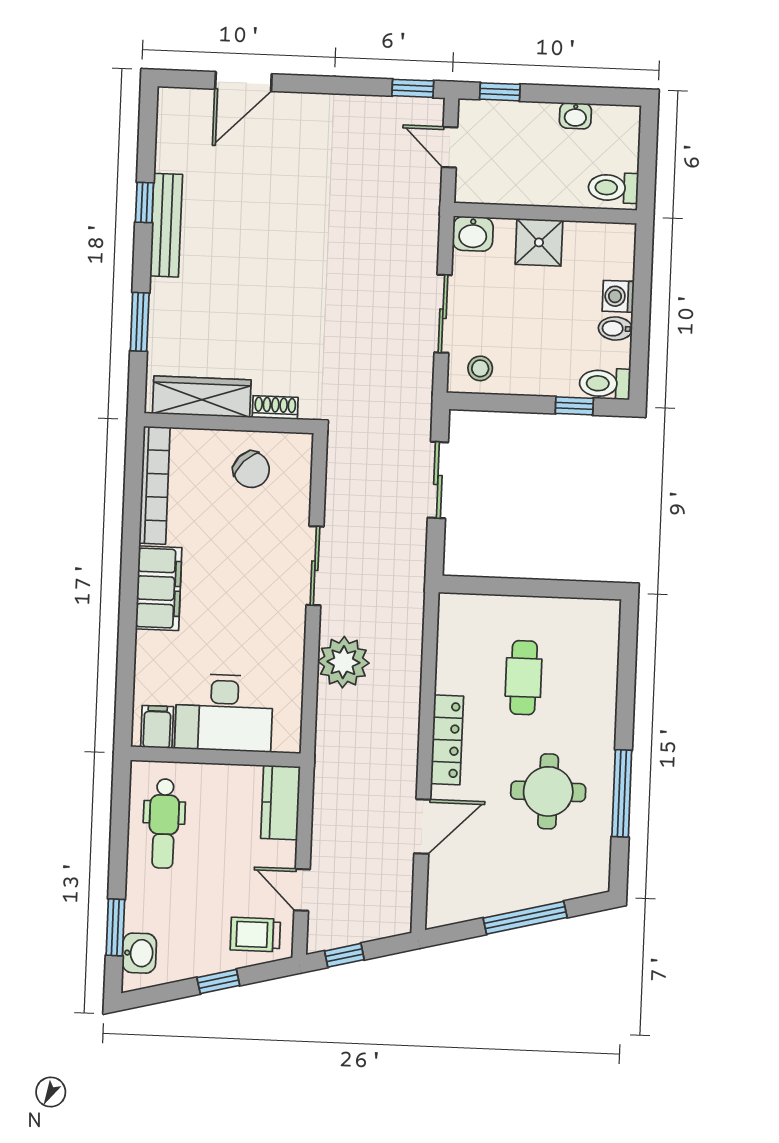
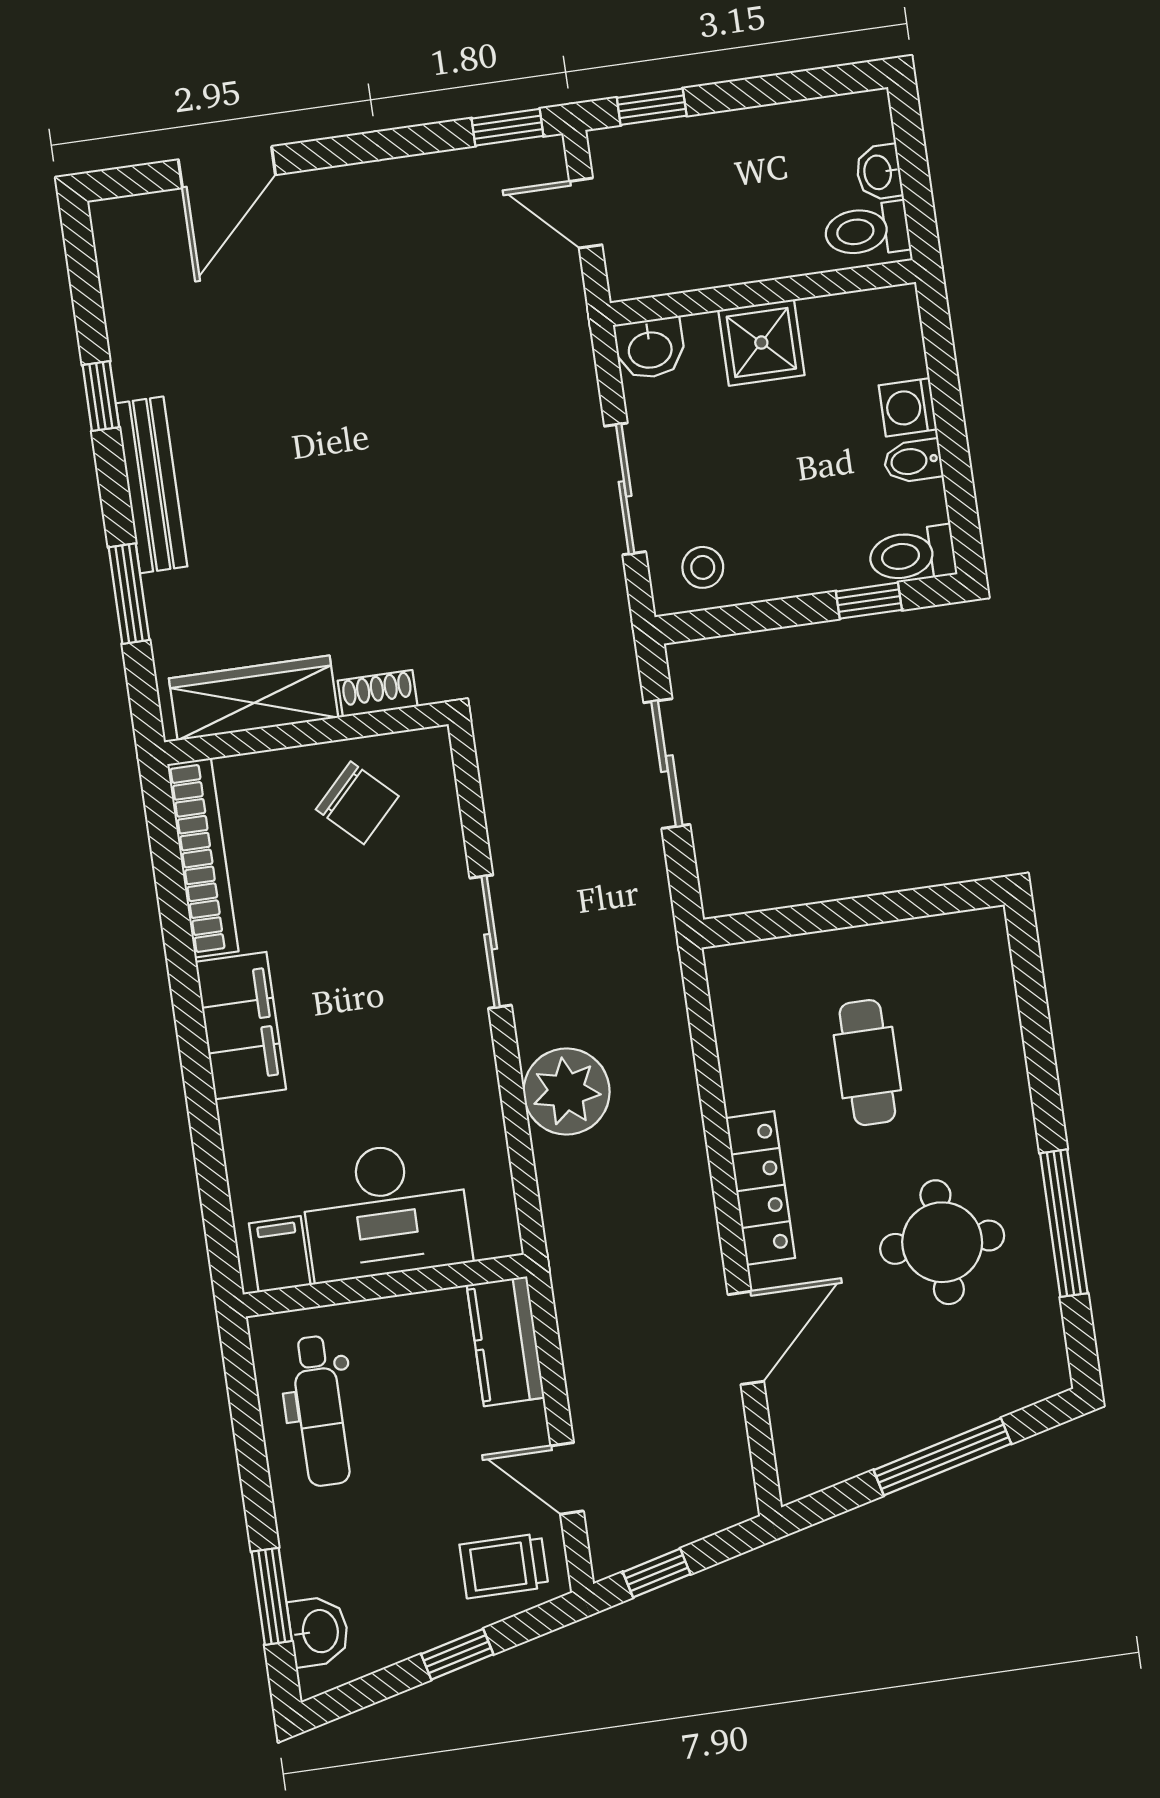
washbasin: (575, 116) -> (879, 172), moved, turned 90
bench: (166, 225) -> (152, 485), moved

